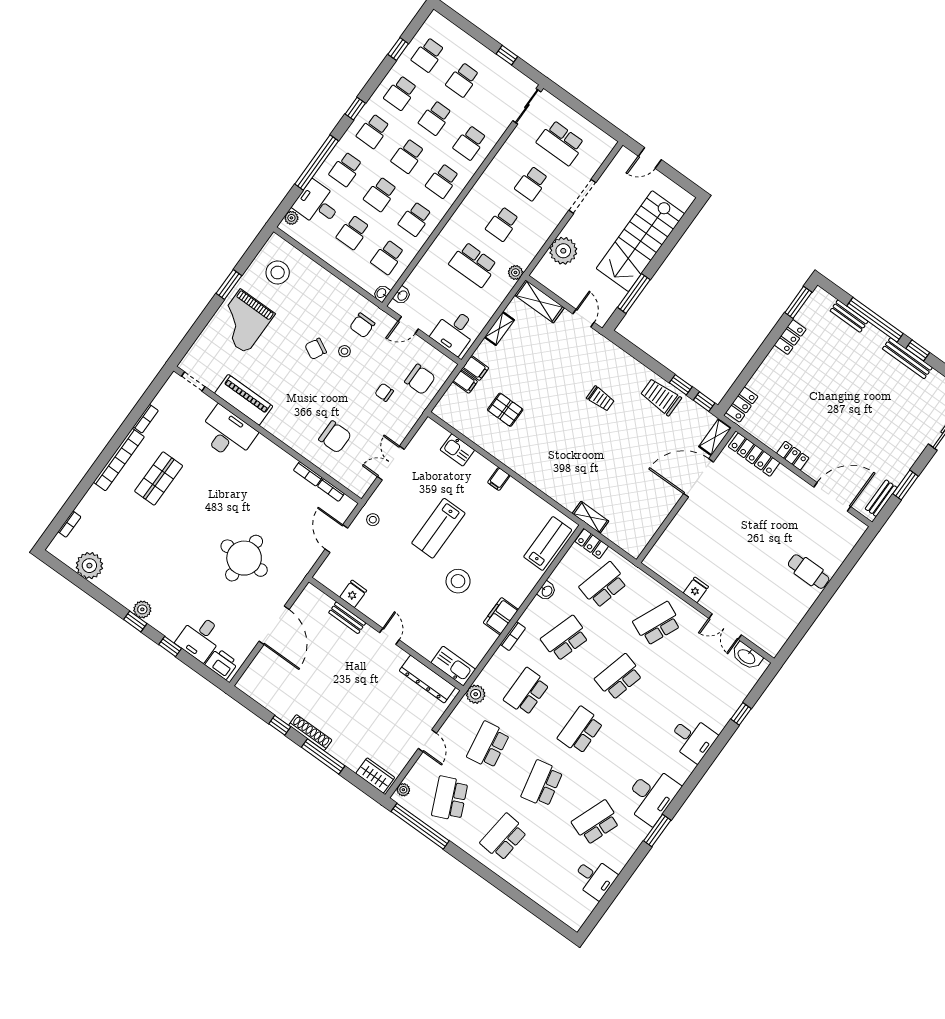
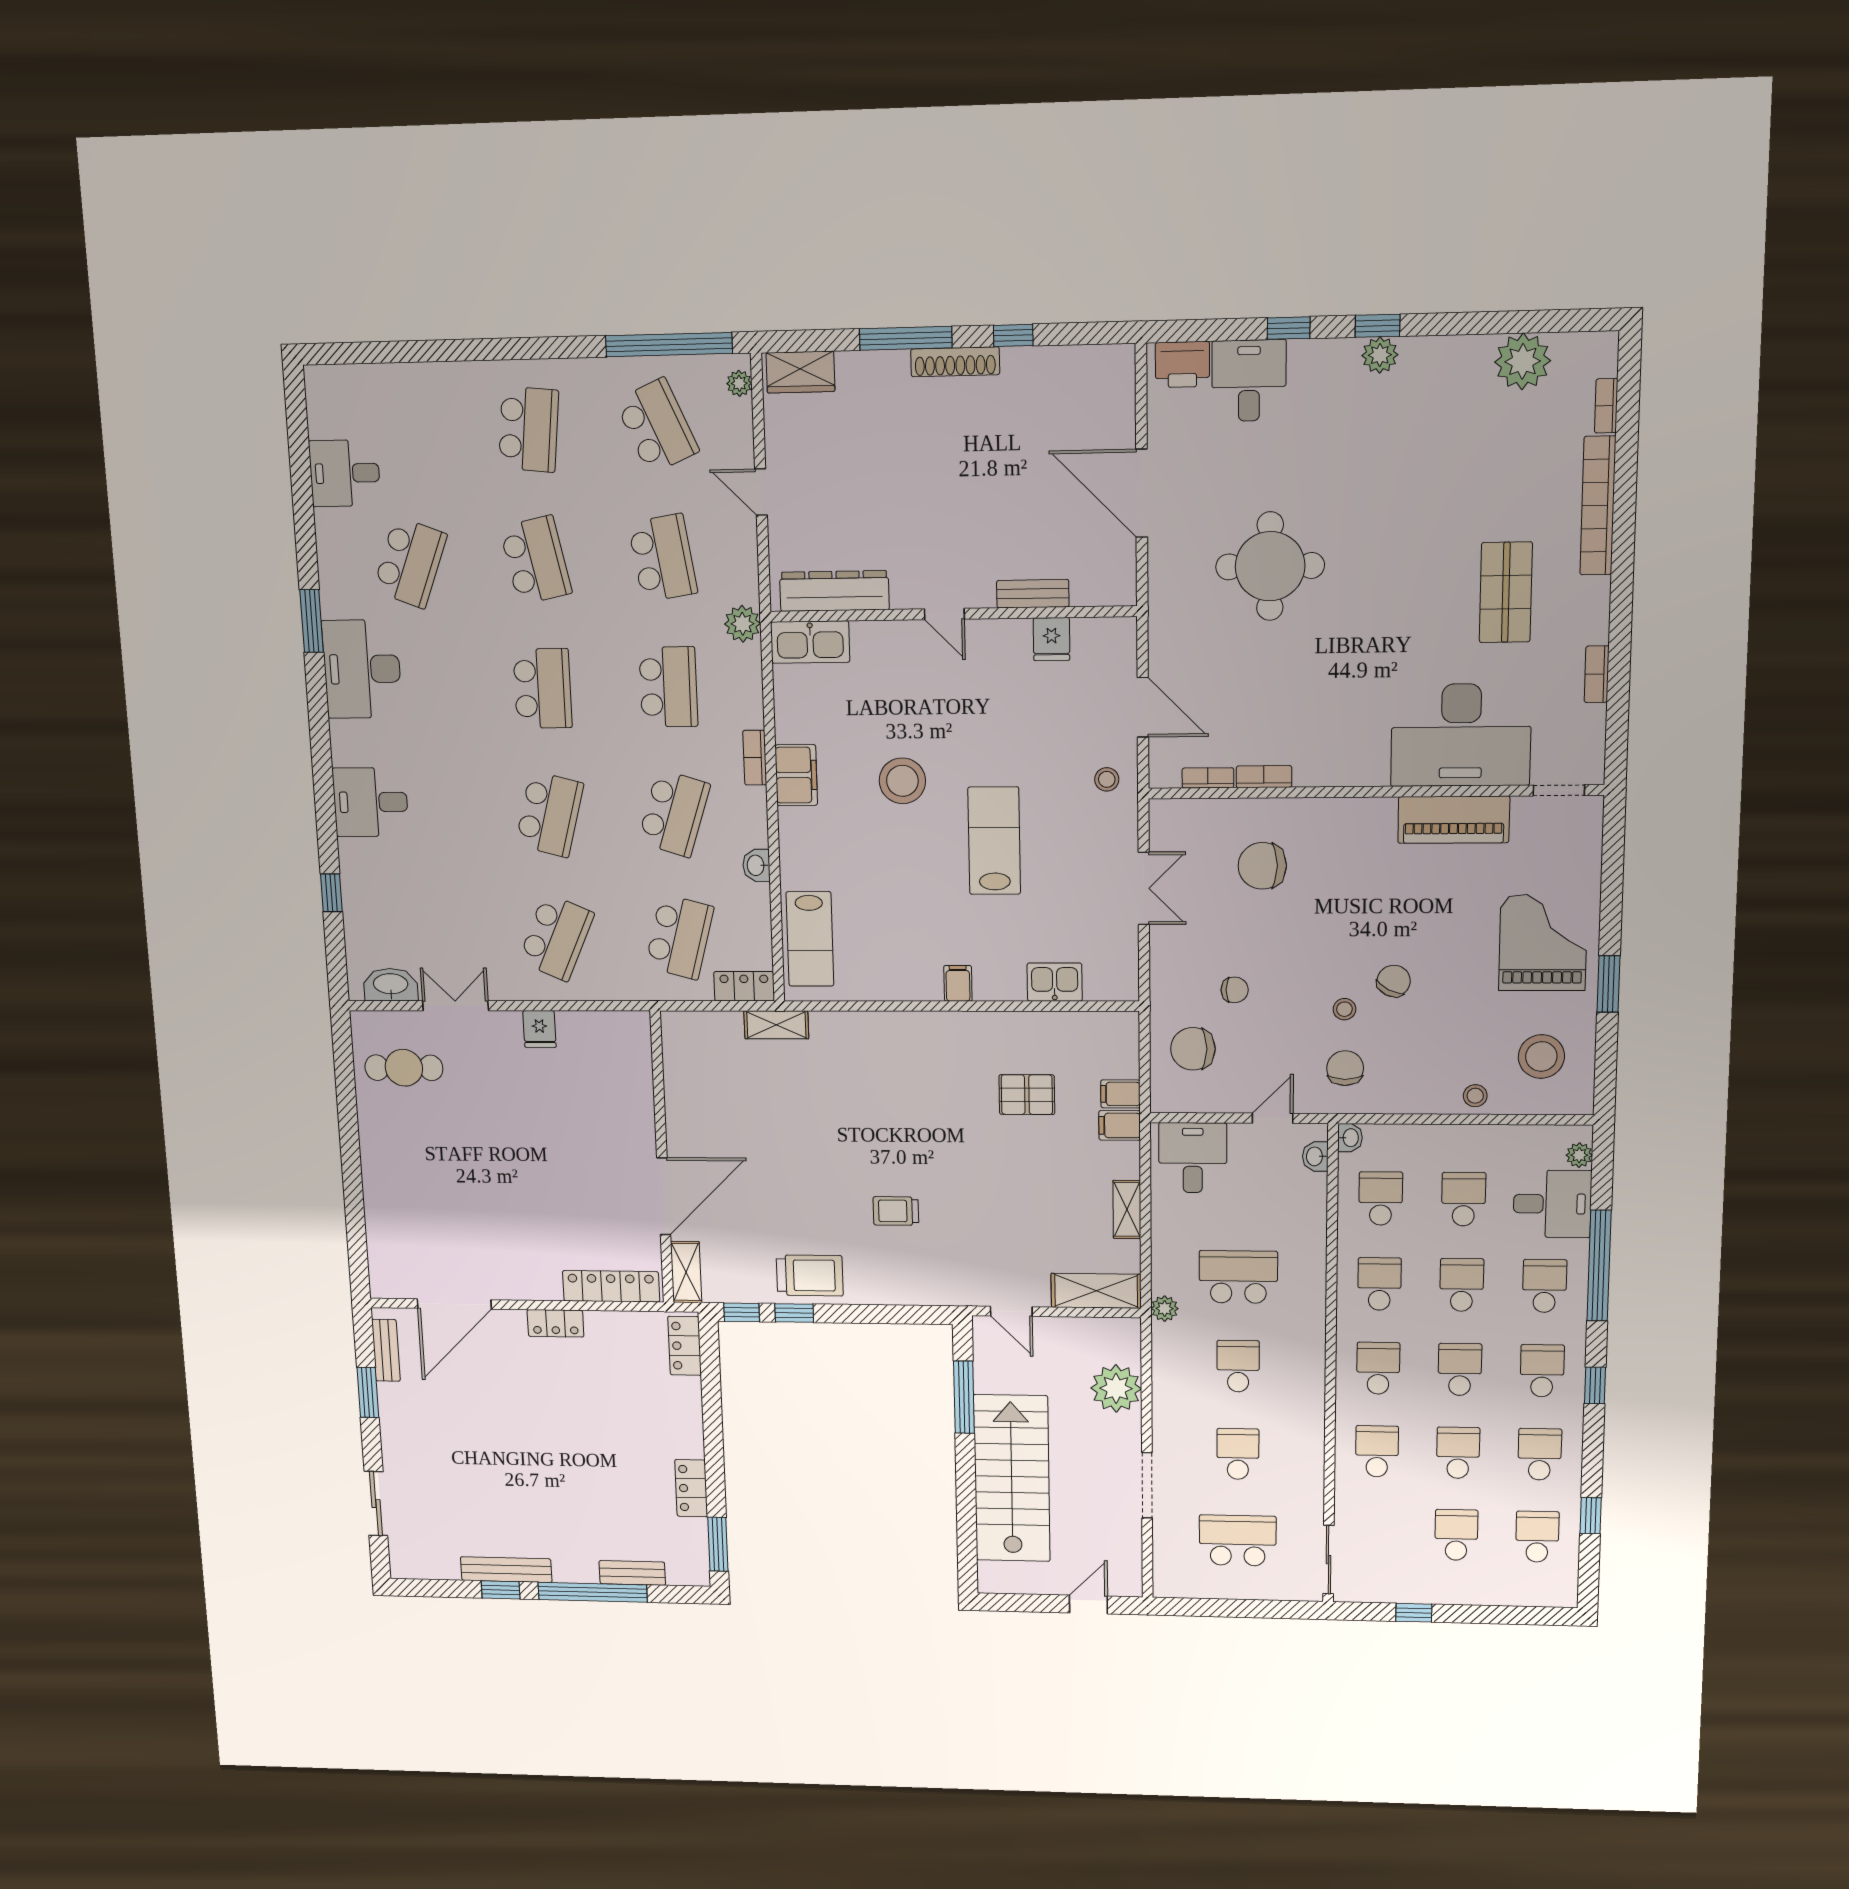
stool: (317, 275) -> (1475, 1096), added
desk: (227, 434) -> (1461, 735), width x1.36, depth x1.30
bookcase: (119, 460) -> (1598, 506), moved
cafe table: (809, 572) -> (404, 1068), moved

